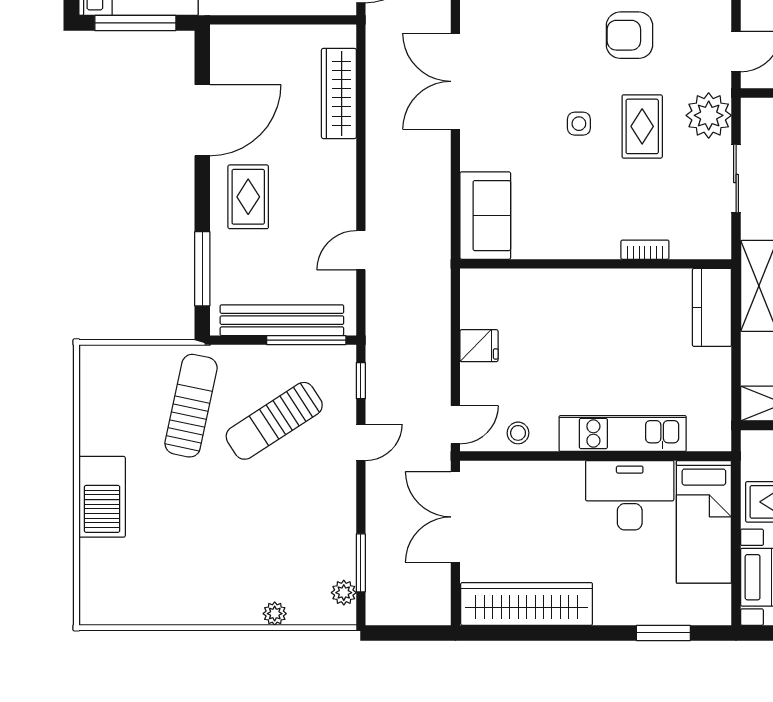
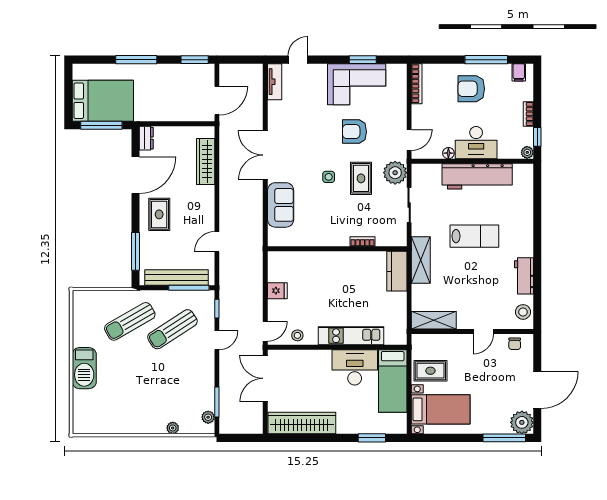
dresser: (223, 48) -> (146, 138), added
sofa: (485, 216) -> (281, 205), moved
sun lounger: (191, 406) -> (130, 321), turned -132

